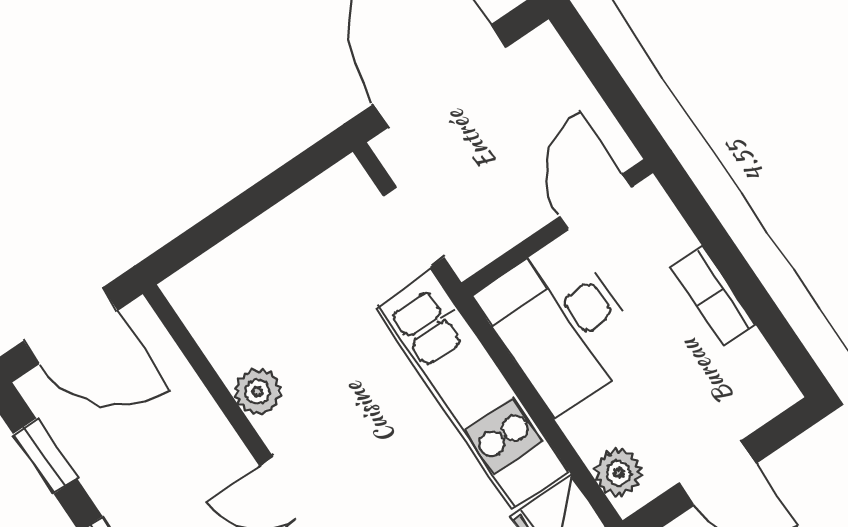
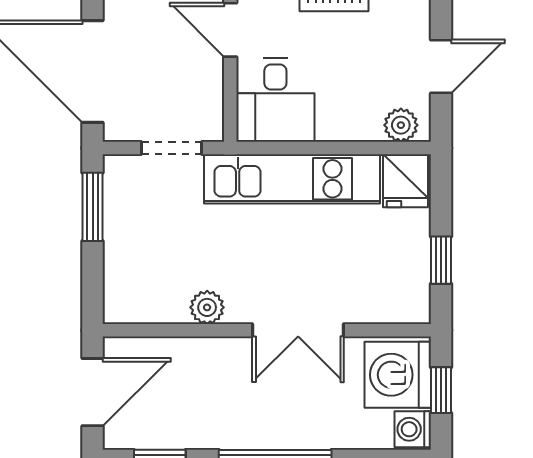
window: (284, 181) -> (93, 207), added
desk: (561, 325) -> (275, 100), width x0.73

